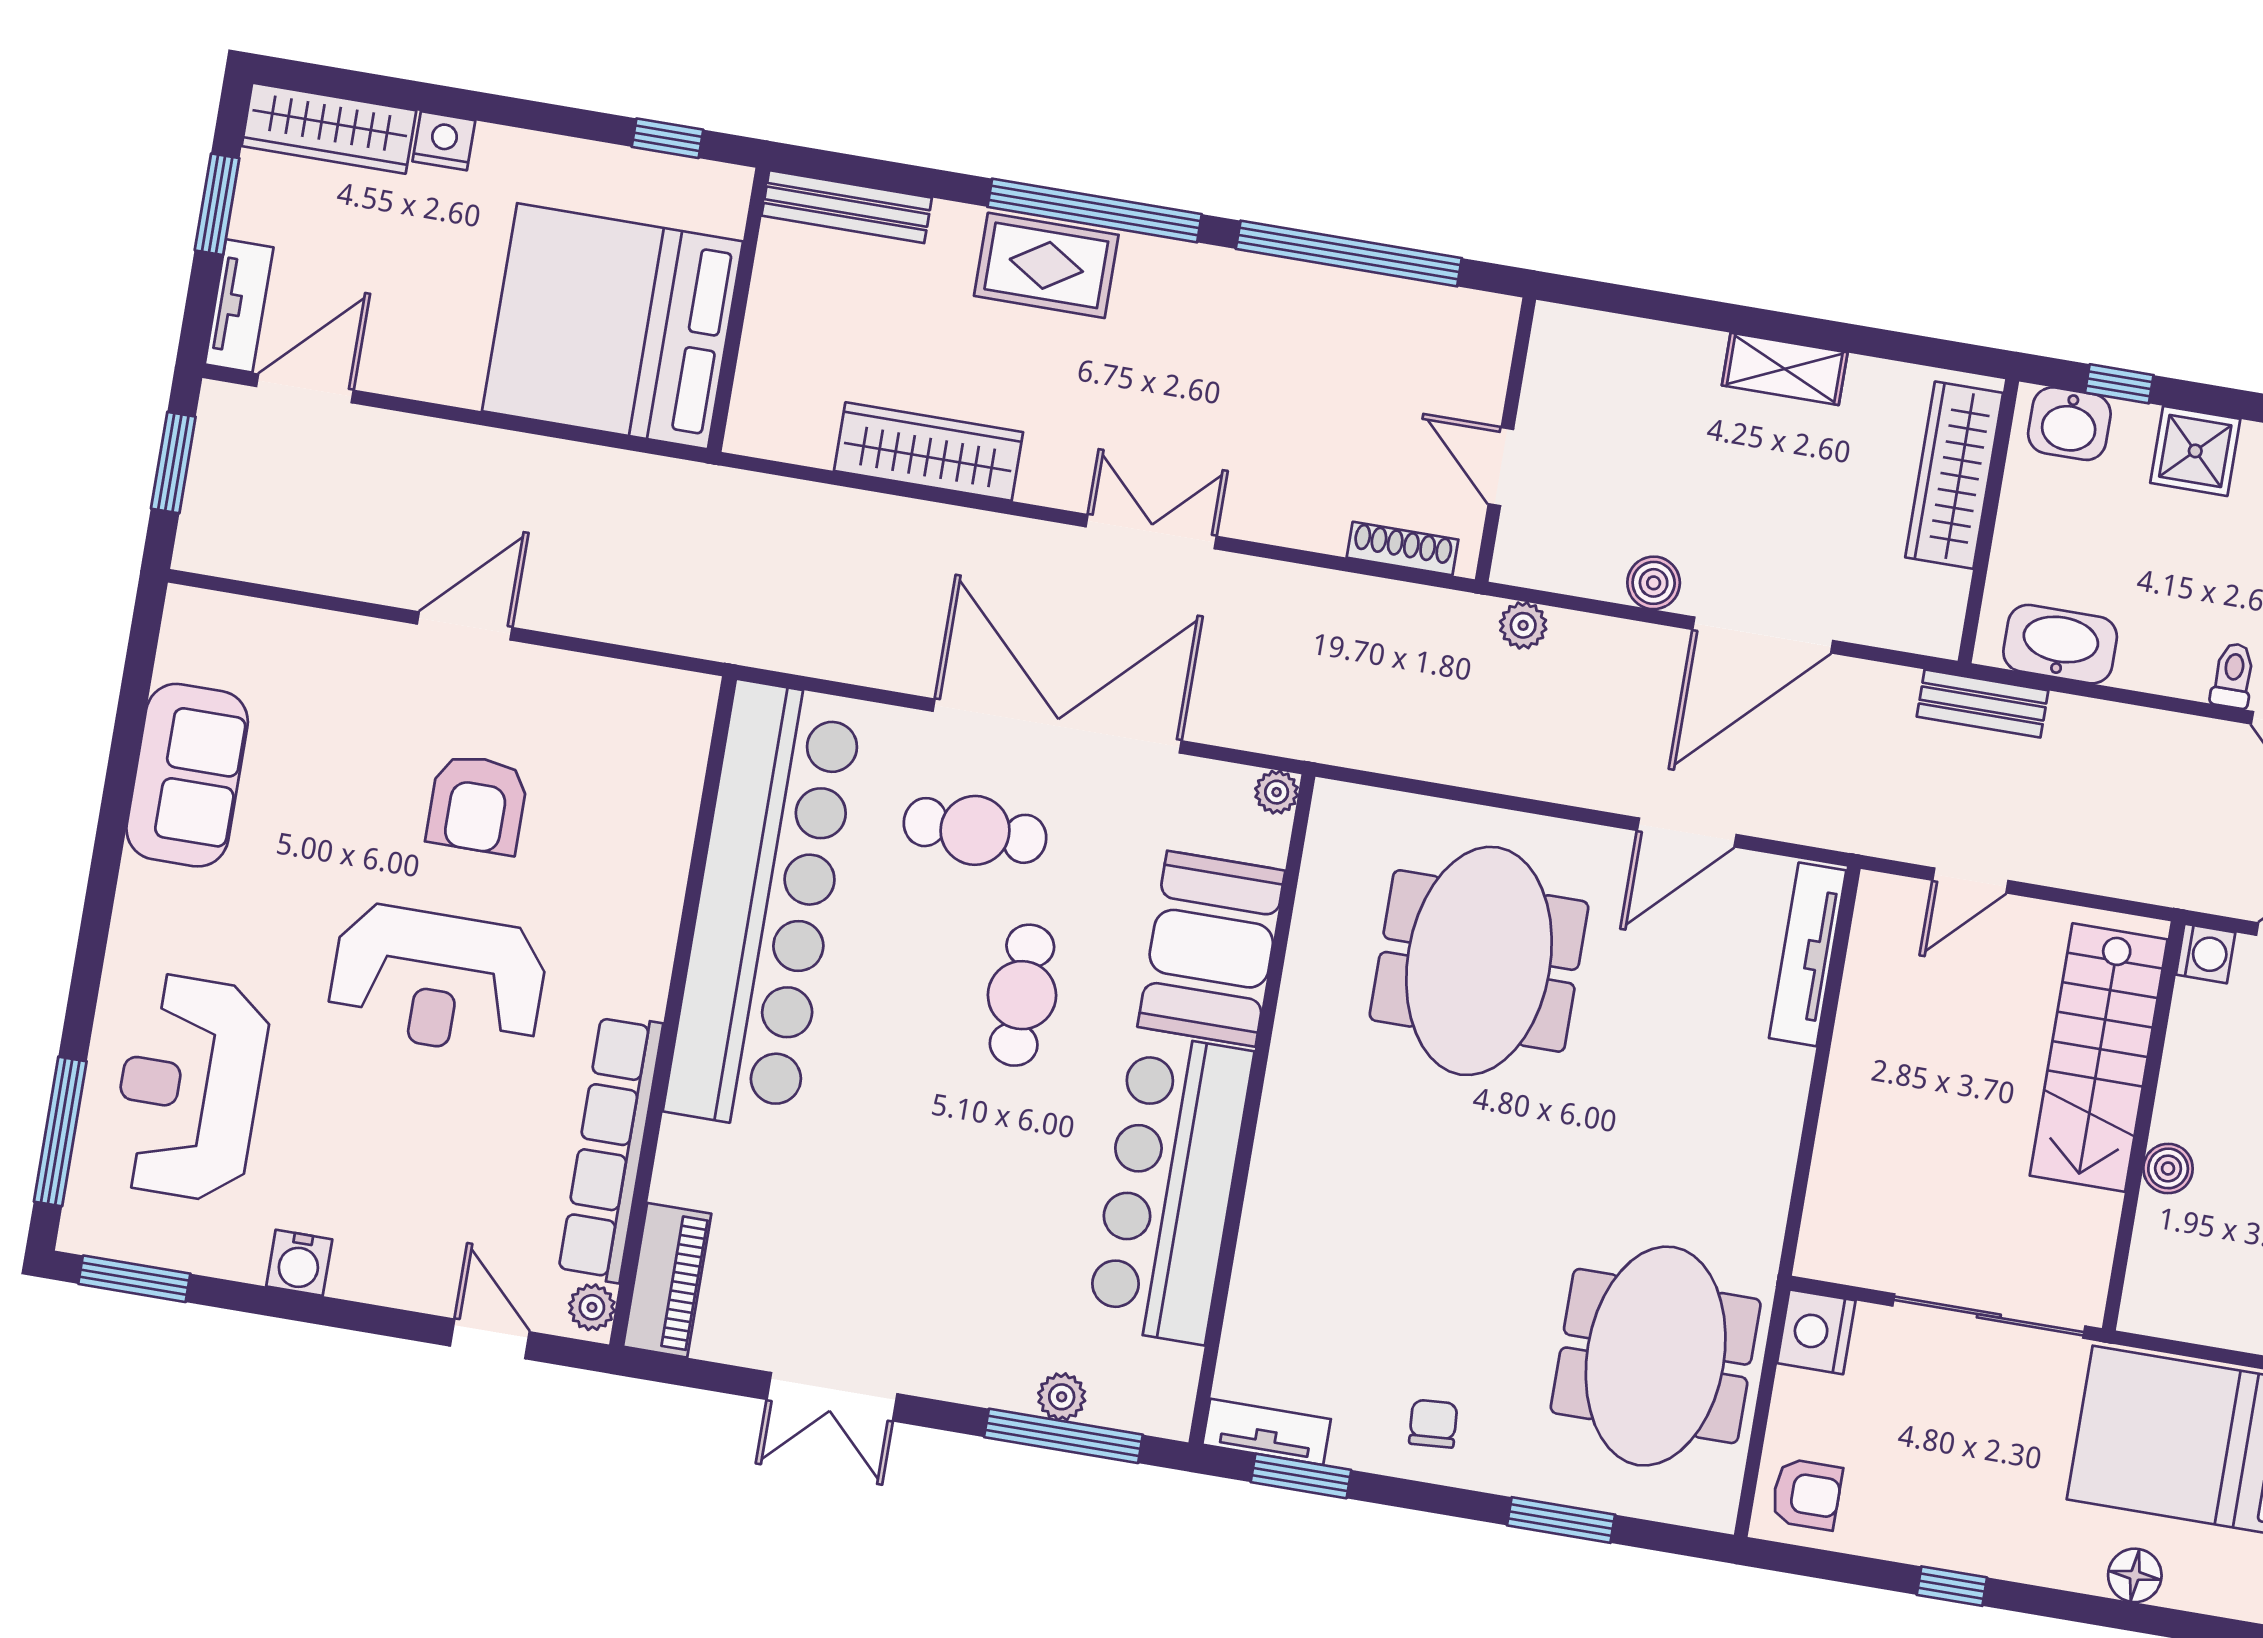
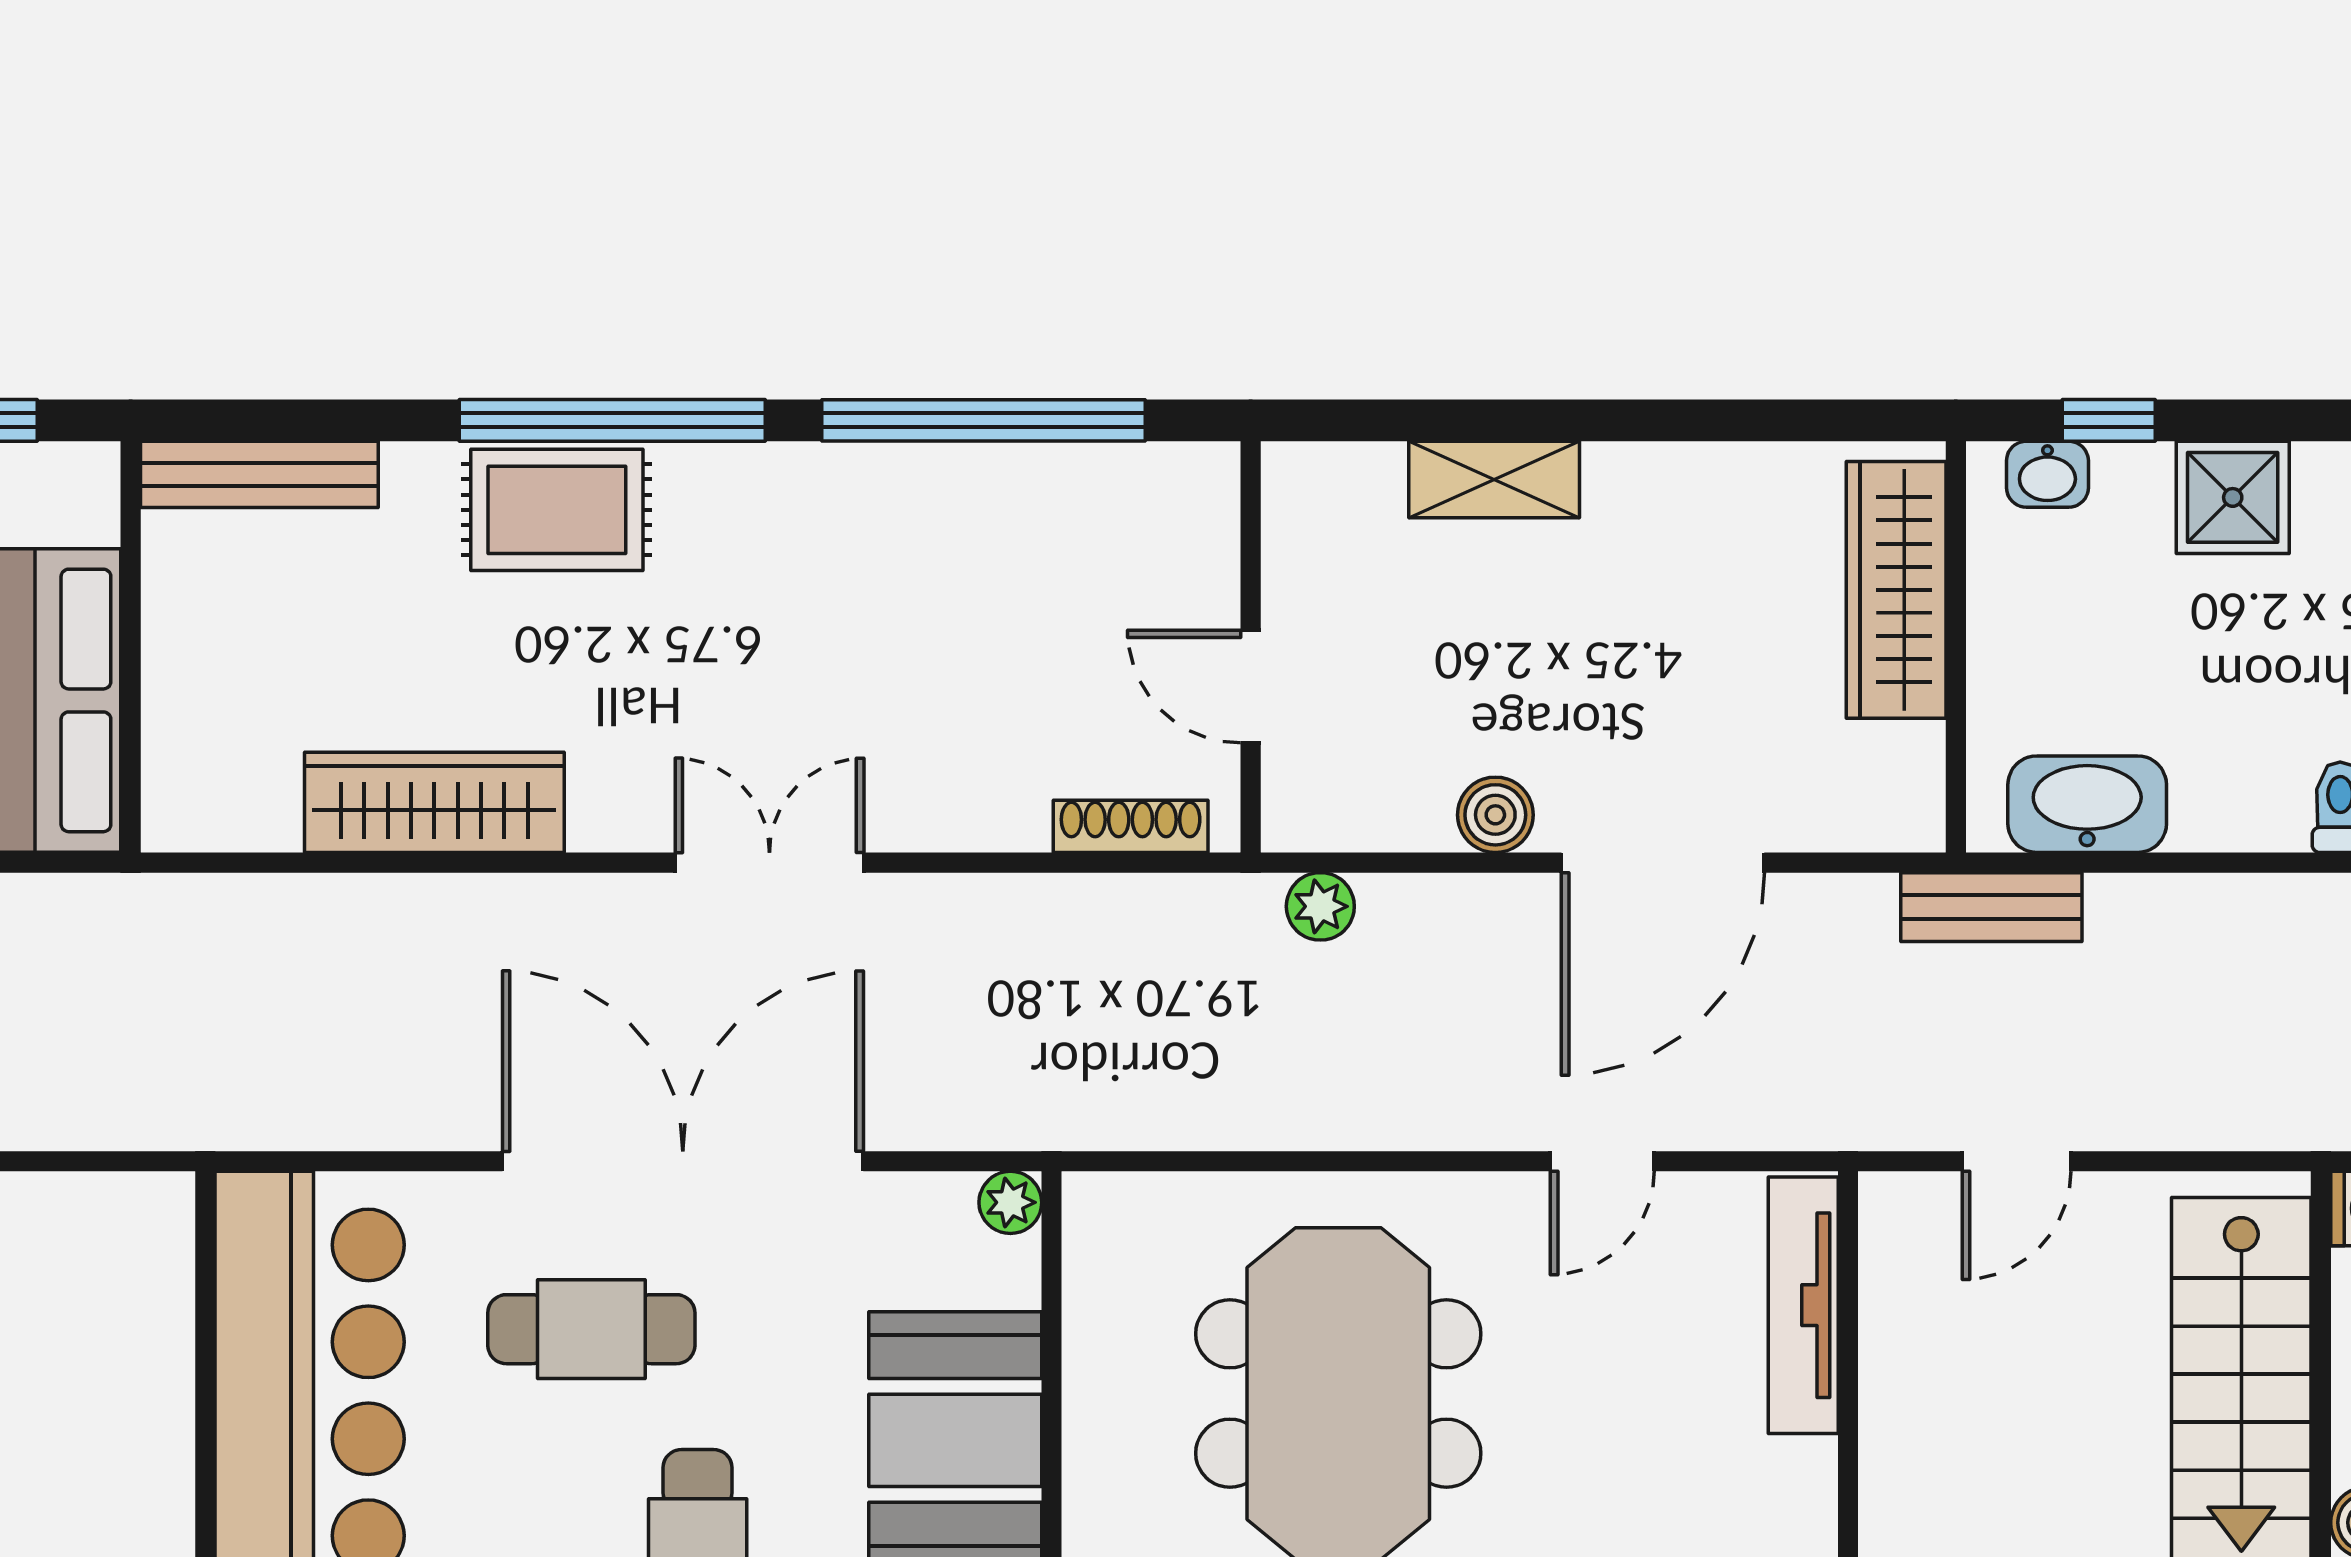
shelving: (1785, 369) -> (1494, 479), moved
washbasin: (2069, 424) -> (2047, 474), width x0.72, depth x0.69
door: (1687, 832) -> (1602, 1161), width x0.73

